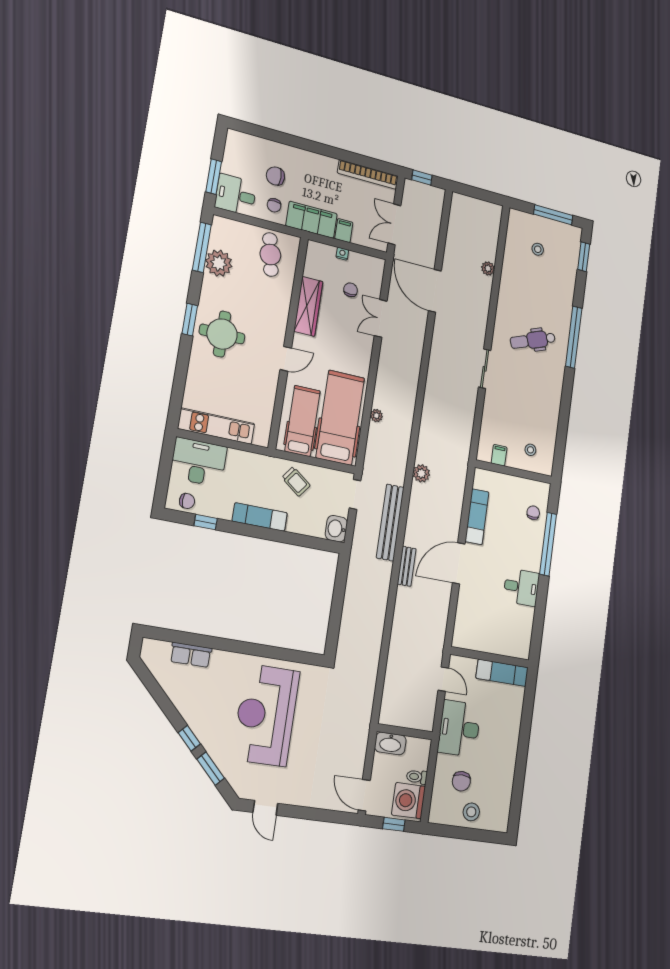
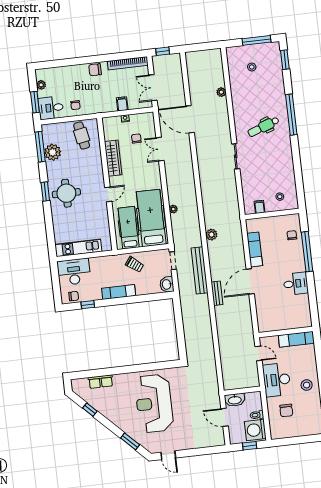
plant: (231, 155) -> (41, 85), added
chair: (275, 176) -> (95, 70), moved
filing cabinet: (311, 220) -> (100, 105), removed
window: (189, 738) -> (90, 410), moved
door: (364, 795) -> (225, 417), moved
stool: (471, 812) -> (307, 385), moved

